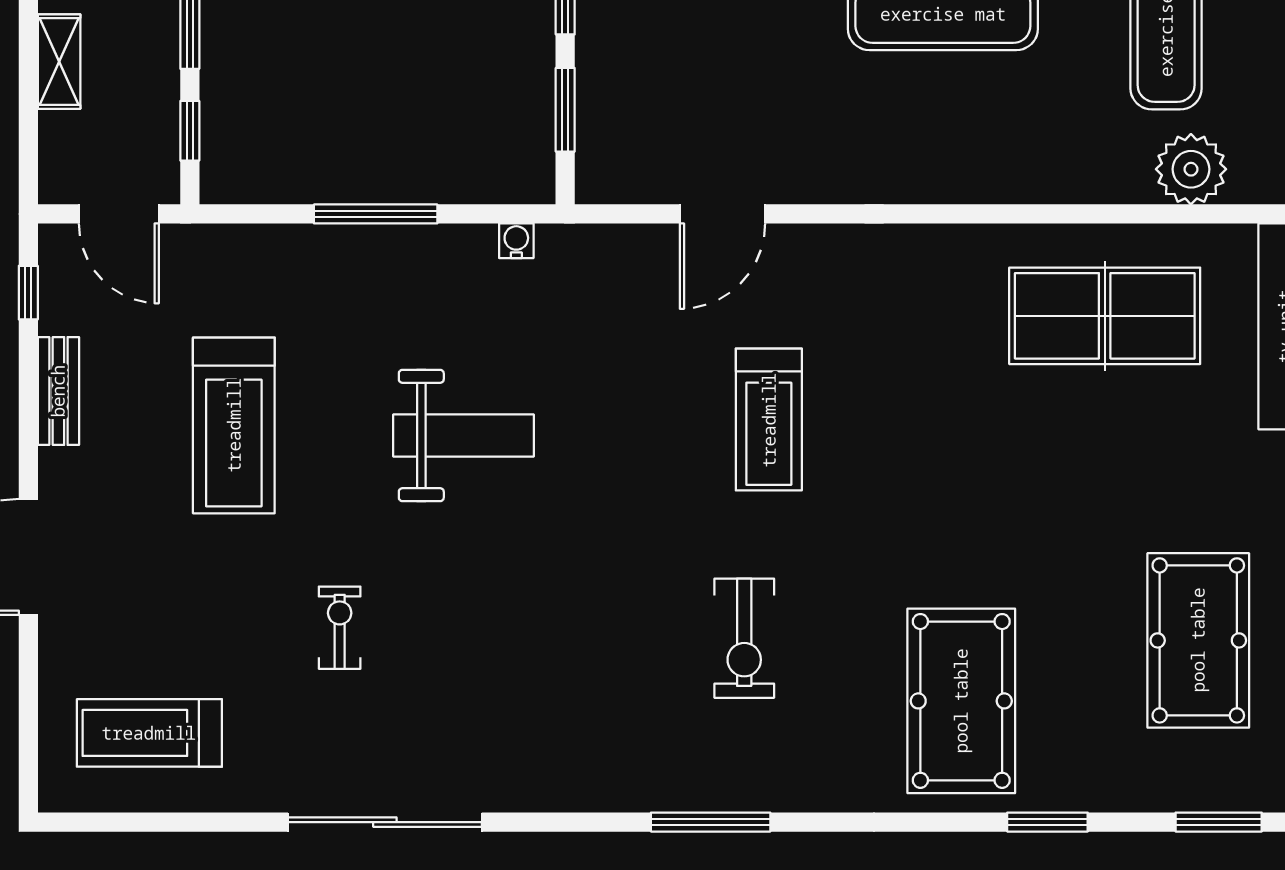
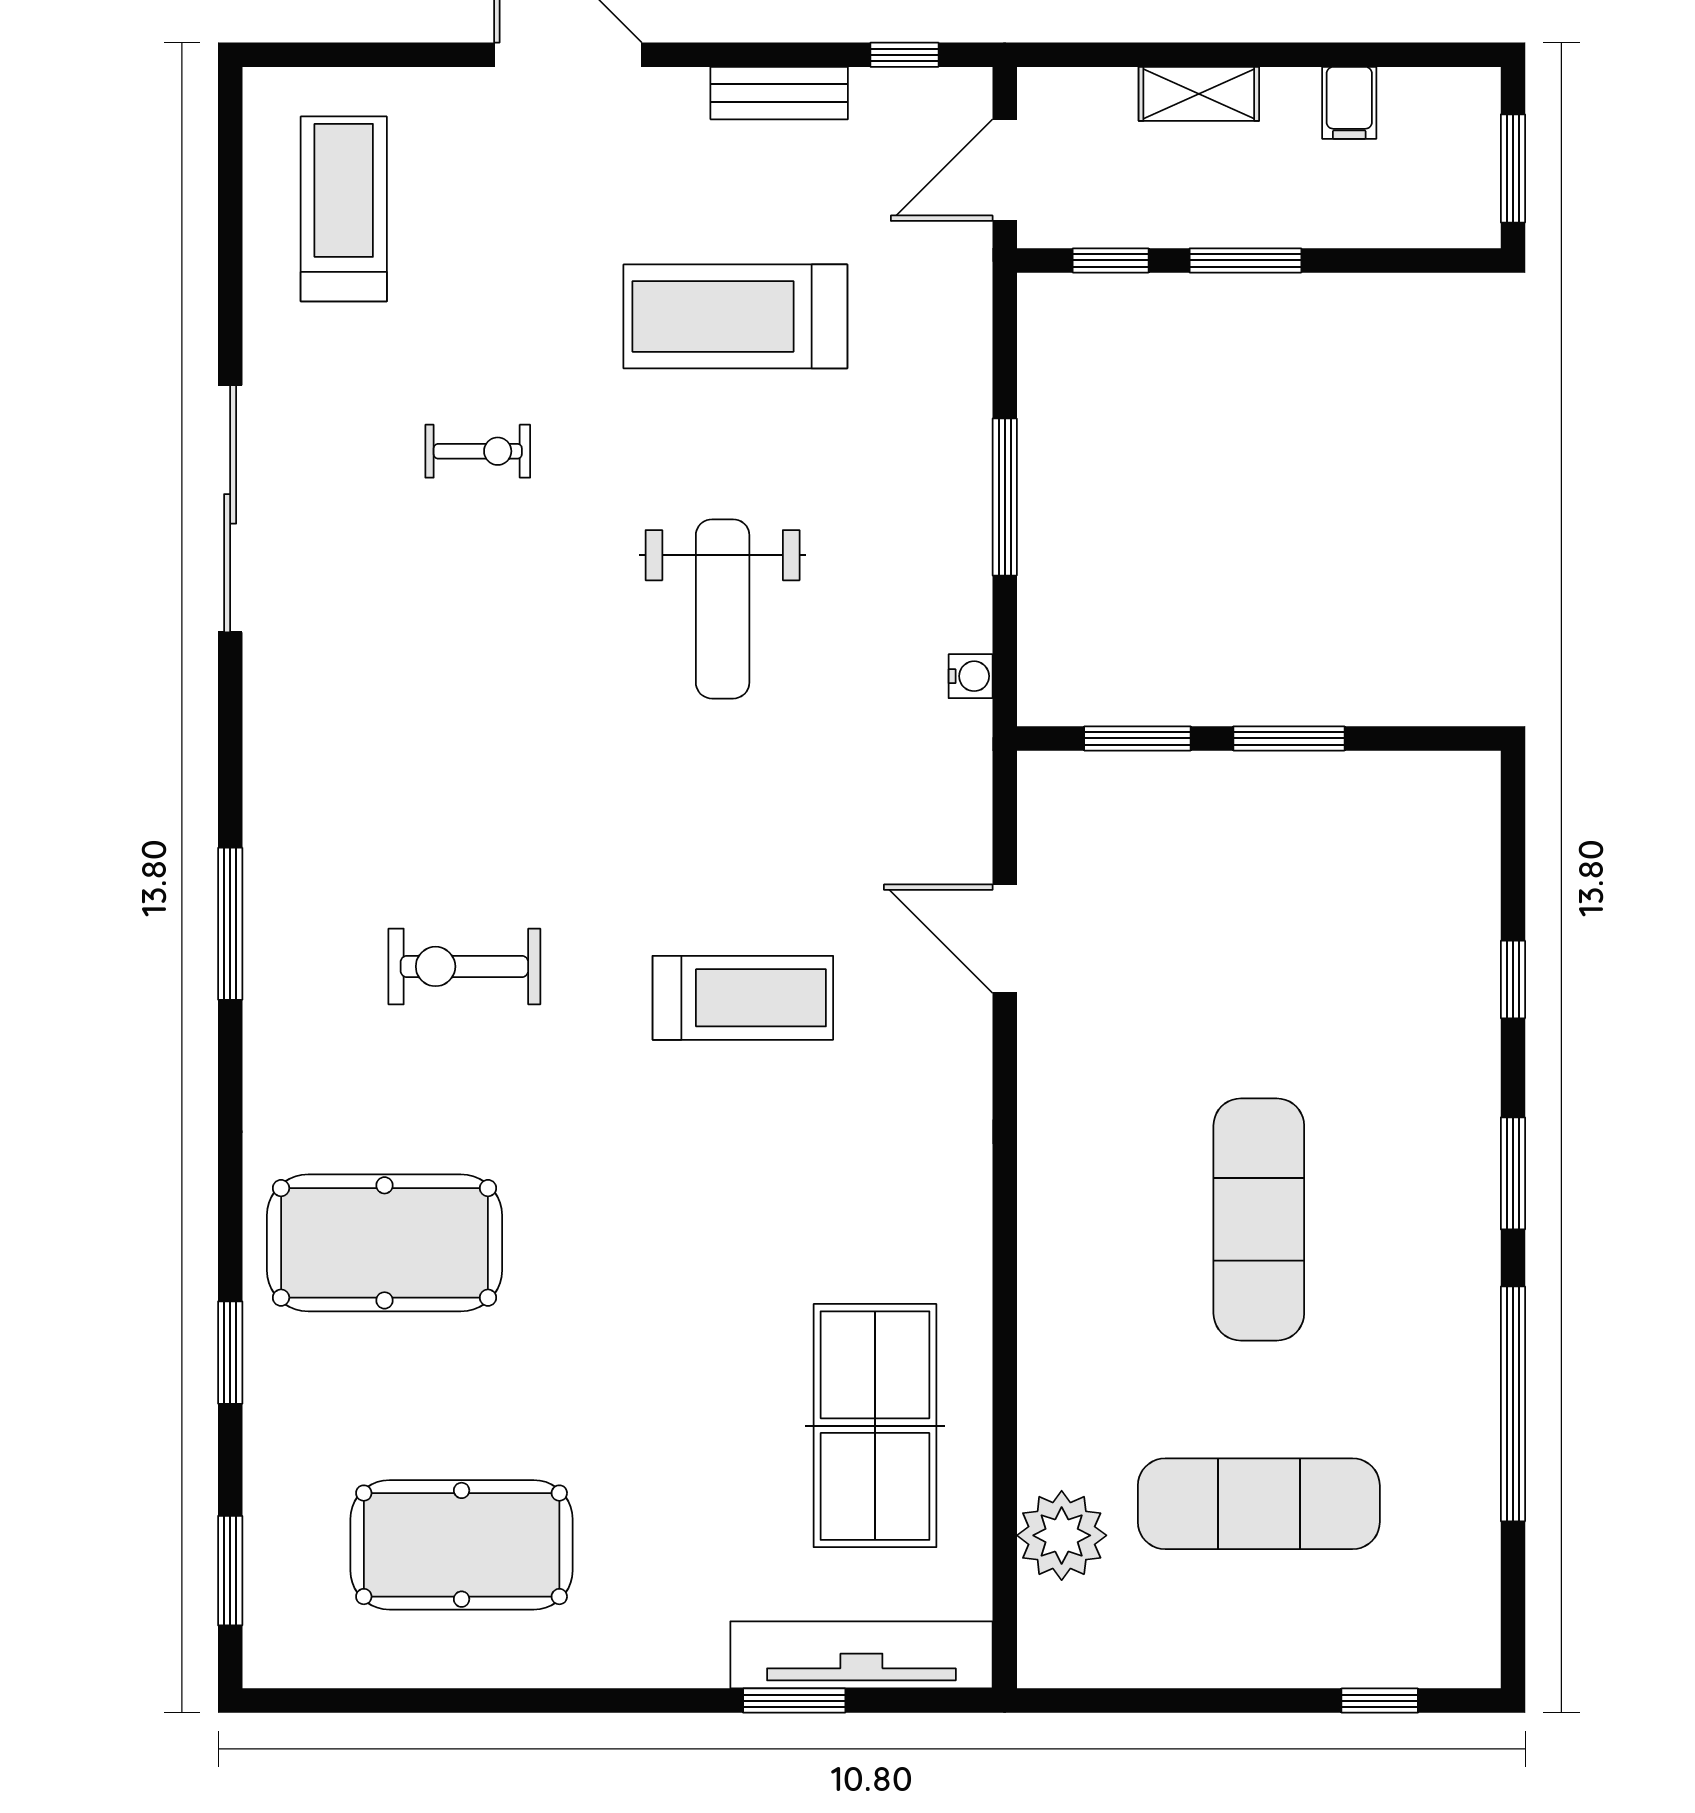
treadmill: (769, 420) -> (743, 998), turned 180

